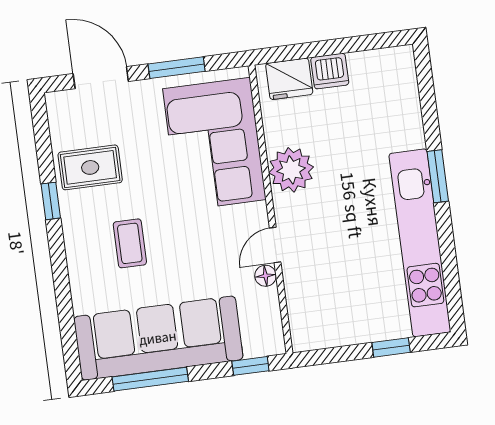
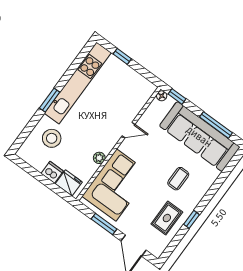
stool: (379, 121) -> (52, 138), added
rug: (90, 167) -> (167, 218), turned 90
plant: (291, 170) -> (99, 158), width x0.53, depth x0.53
floor lamp: (266, 276) -> (162, 96), moved

